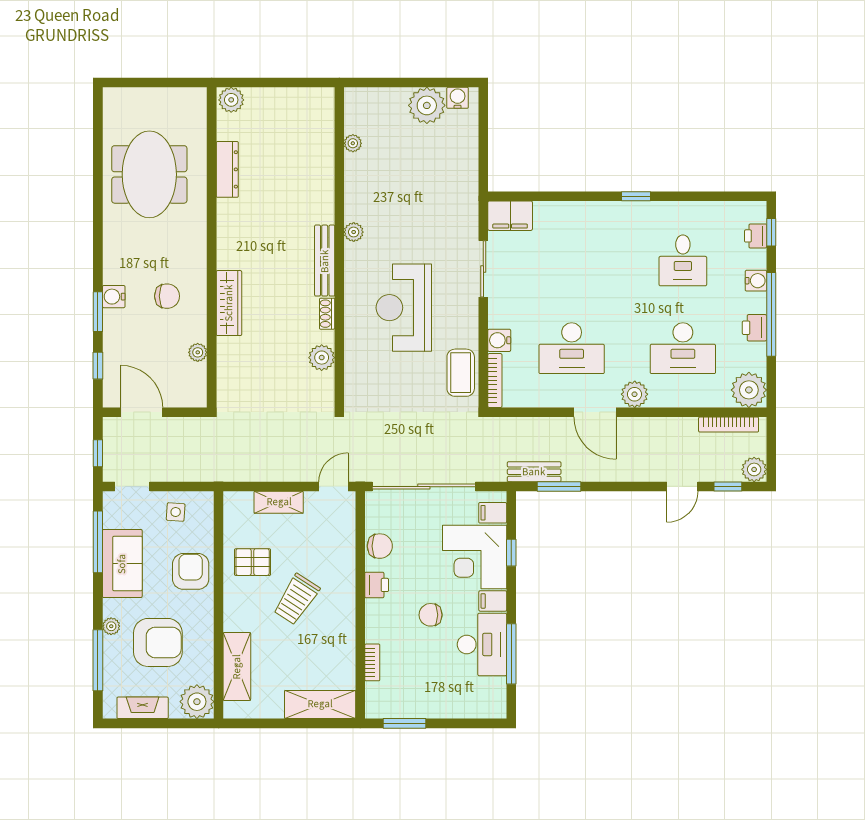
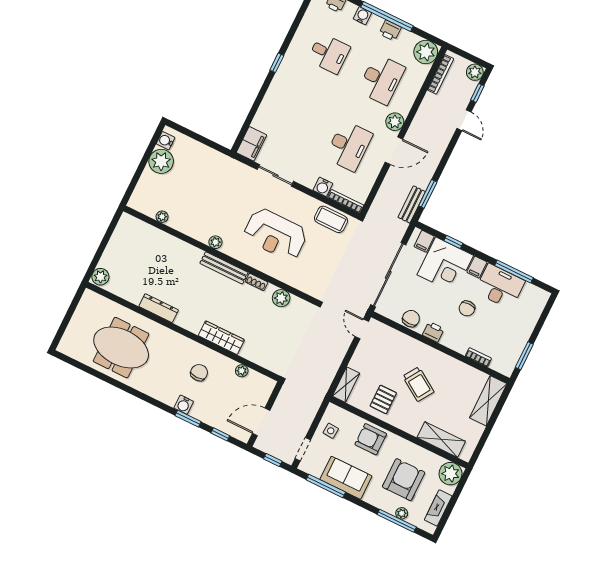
dresser: (227, 169) -> (159, 308), moved
shelving: (279, 502) -> (346, 385), moved
plant: (111, 626) -> (402, 513), moved

